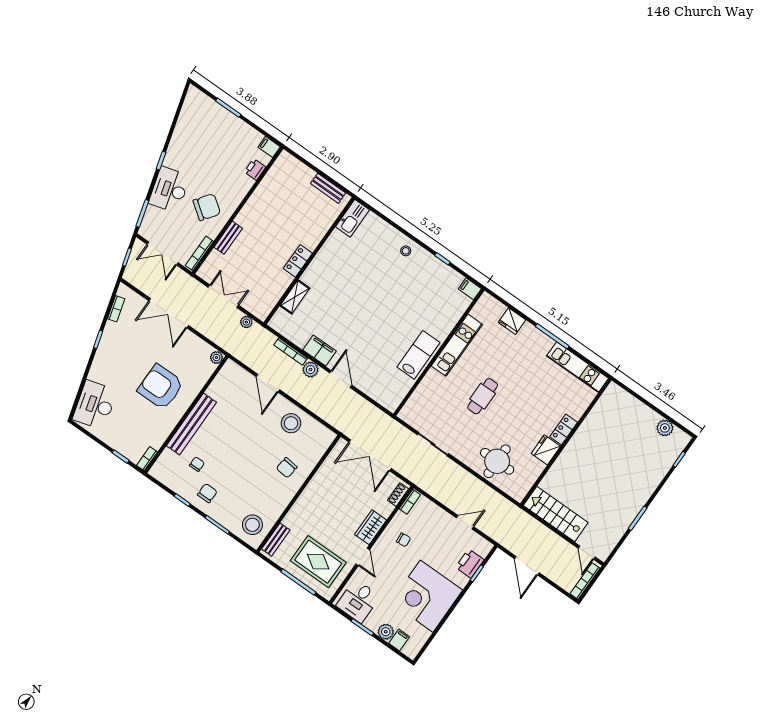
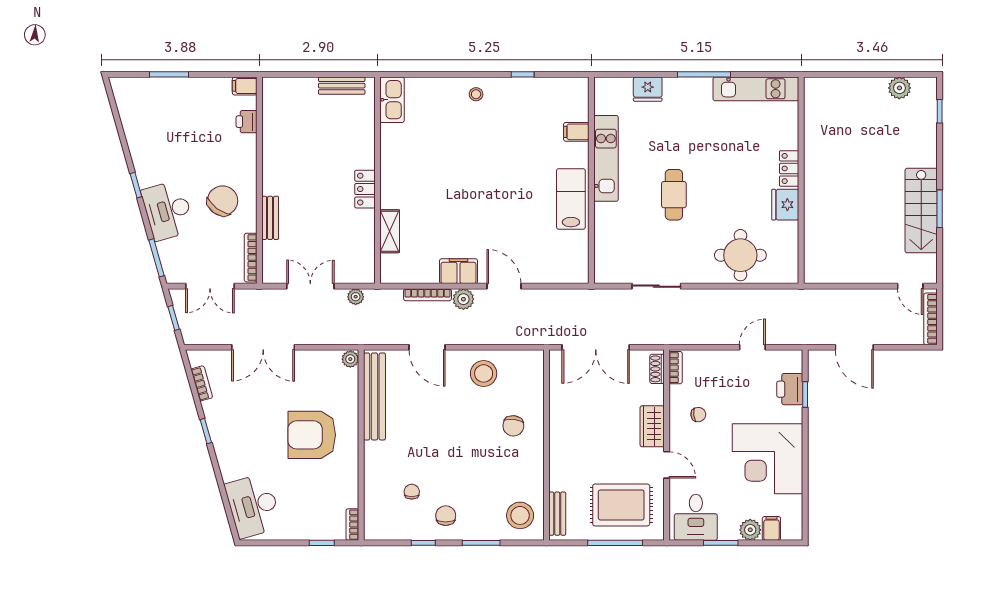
filing cabinet: (470, 289) -> (576, 132), moved
bench: (191, 424) -> (374, 396), moved
stairs: (556, 514) -> (921, 211), moved, turned -90

